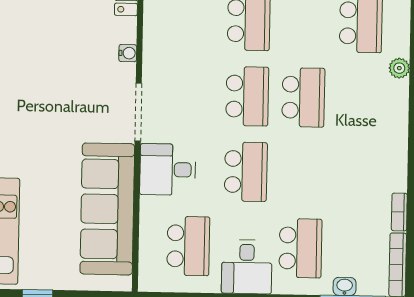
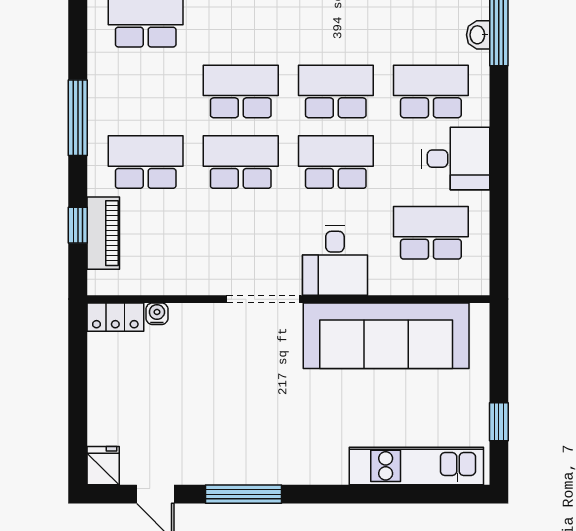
water cooler: (128, 53) -> (157, 314), moved
school desk: (302, 173) -> (336, 91), added

